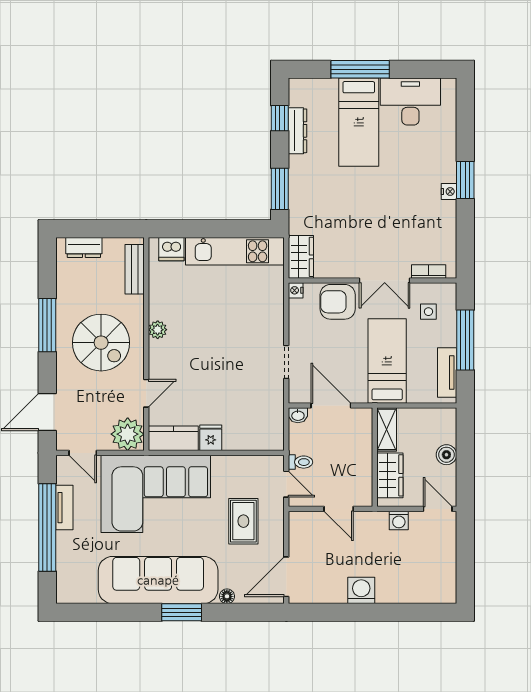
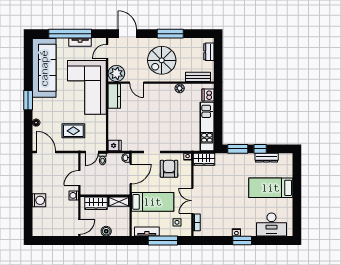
window: (360, 69) -> (297, 189), removed
desk: (410, 102) -> (271, 225), moved, turned 90
window: (280, 118) -> (260, 149), moved
armchair: (338, 302) -> (169, 169), moved
plant: (158, 330) -> (180, 88), moved
fridge: (211, 438) -> (115, 146), moved
washing machine: (399, 520) -> (74, 195), moved
sofa: (158, 580) -> (44, 68), moved
washing machine: (361, 590) -> (39, 200), moved

